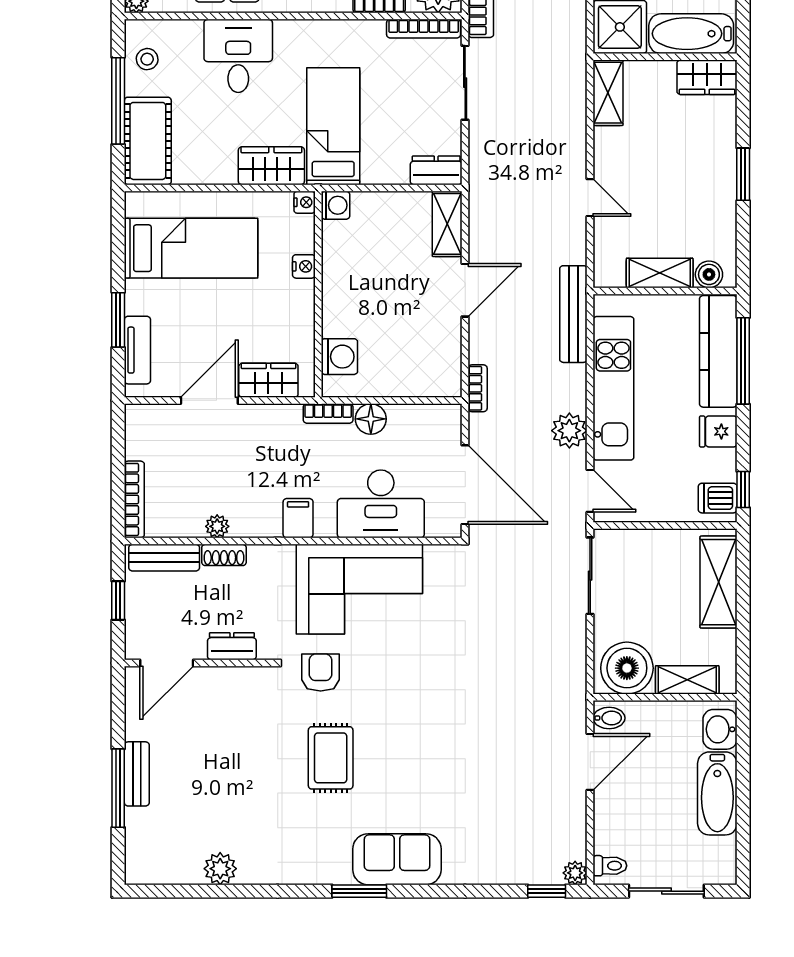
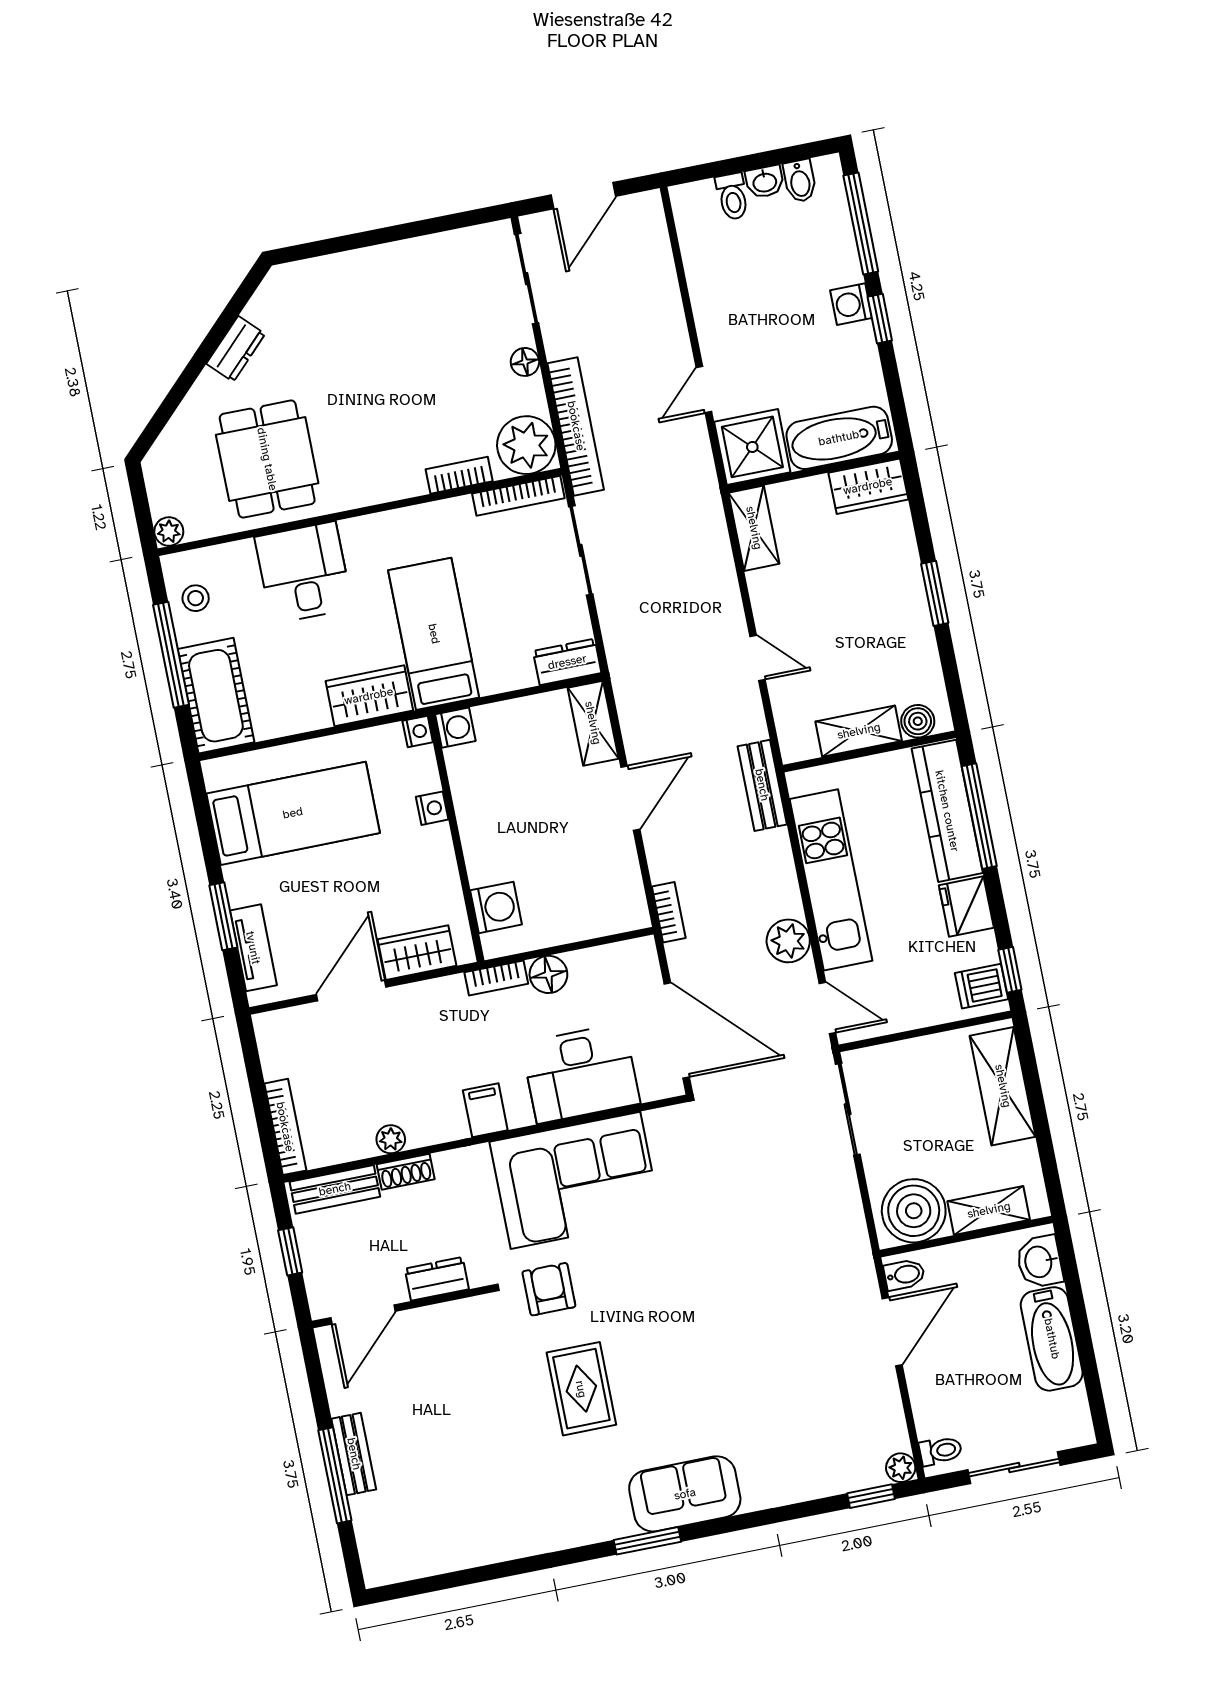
bench: (573, 314) -> (762, 785), width x0.73
fridge: (718, 431) -> (966, 906), width x1.38
plant: (220, 869) -> (476, 1547), removed

